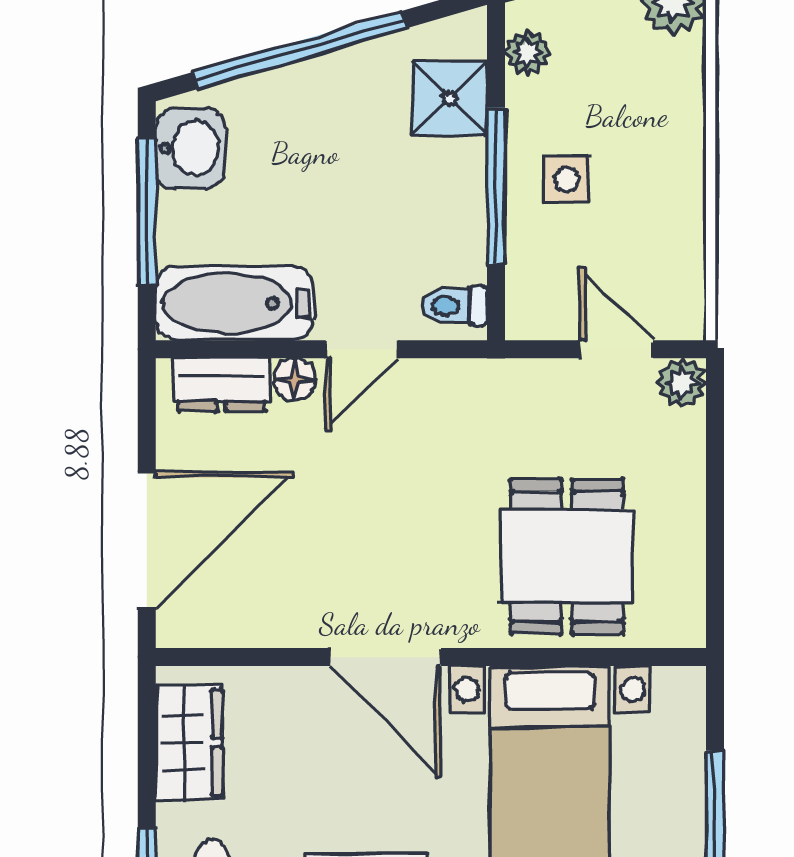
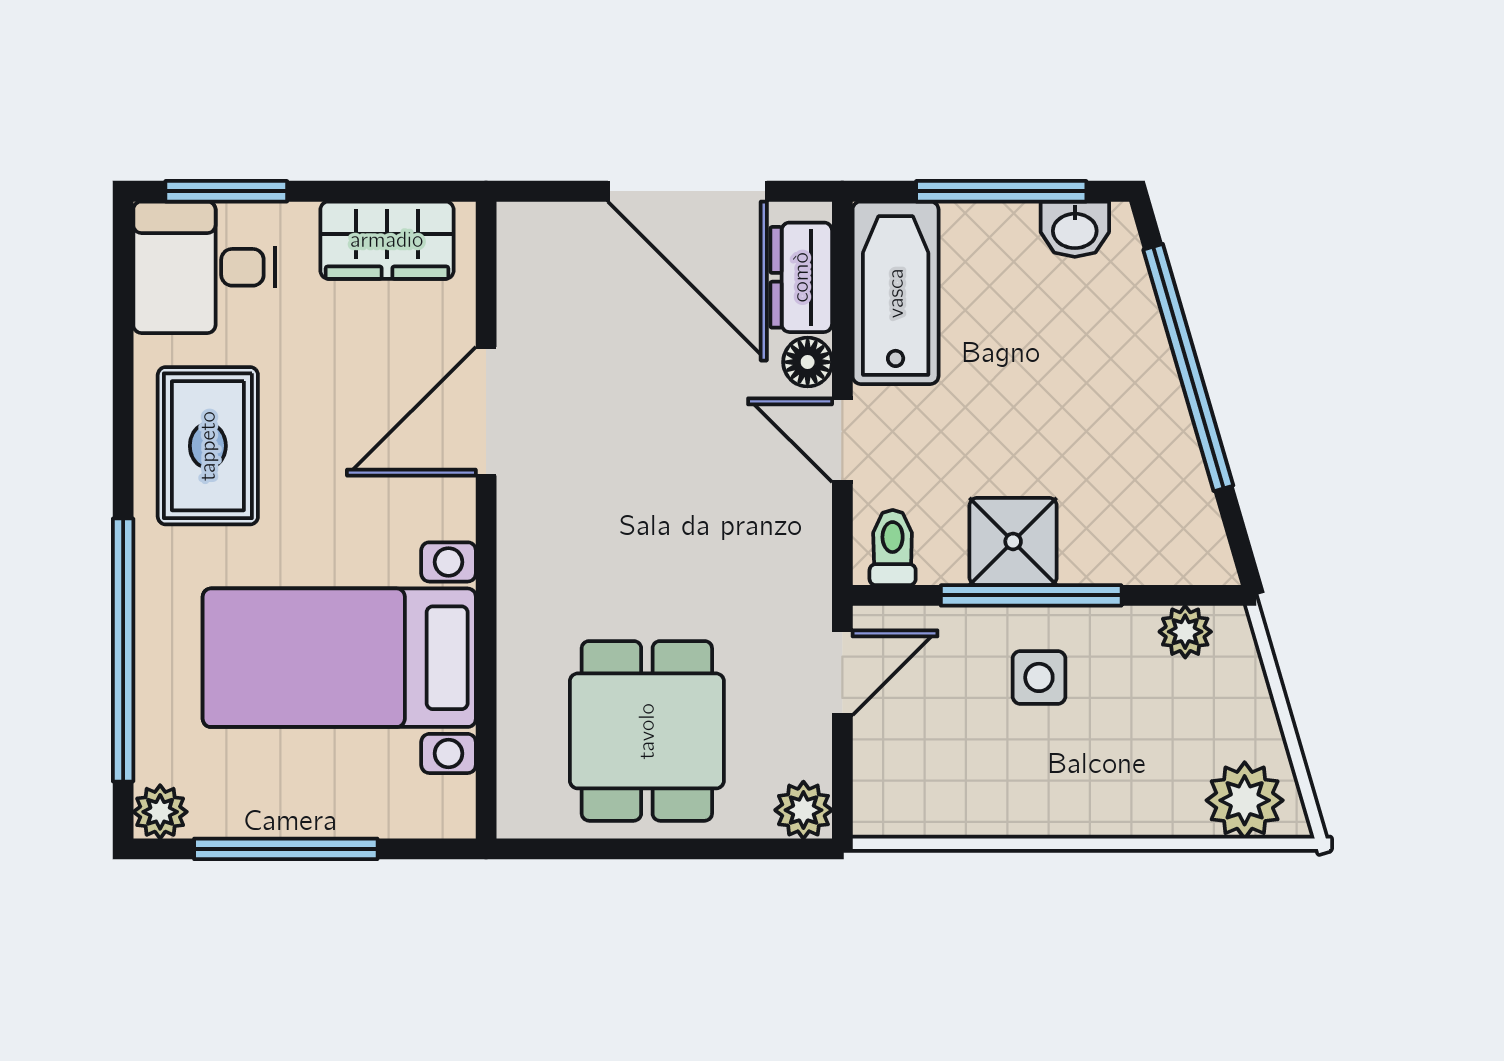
shower: (449, 98) -> (1013, 541), moved
washbasin: (190, 148) -> (1075, 229), width x0.72, depth x0.69
door: (616, 349) -> (842, 673), moved
door: (147, 541) -> (687, 191), moved
dining table: (567, 556) -> (647, 731), moved, turned 90
door: (385, 657) -> (486, 411), moved

